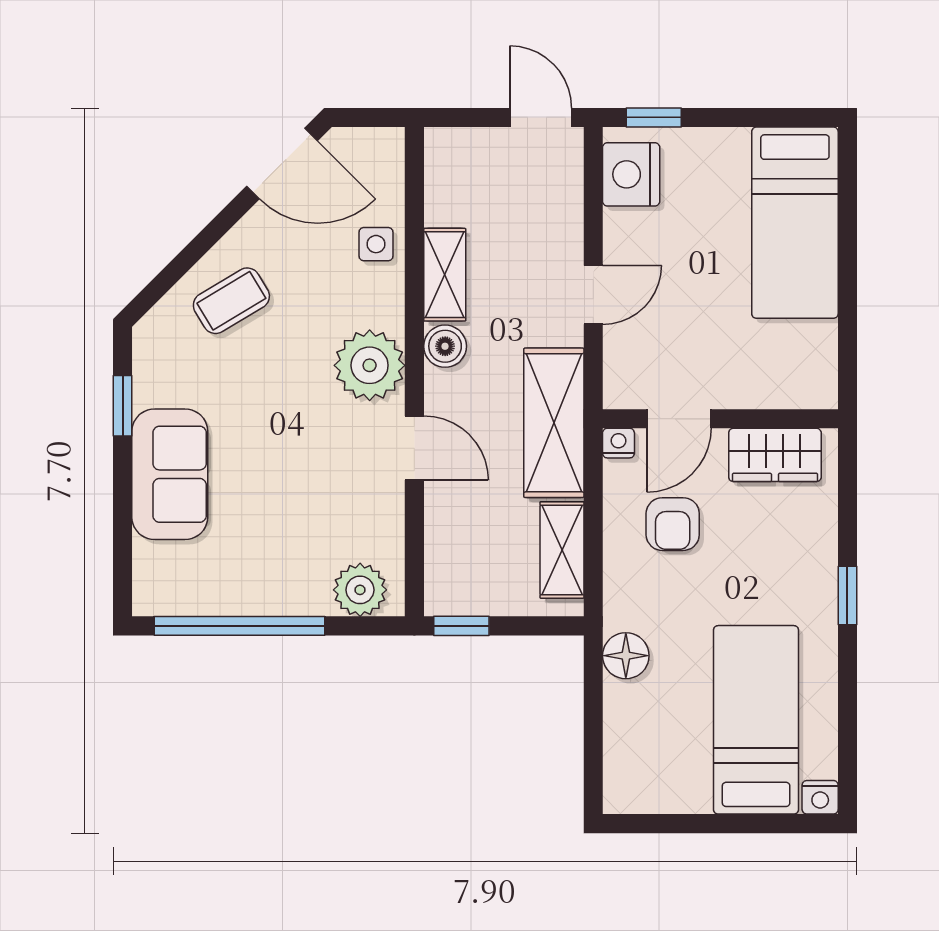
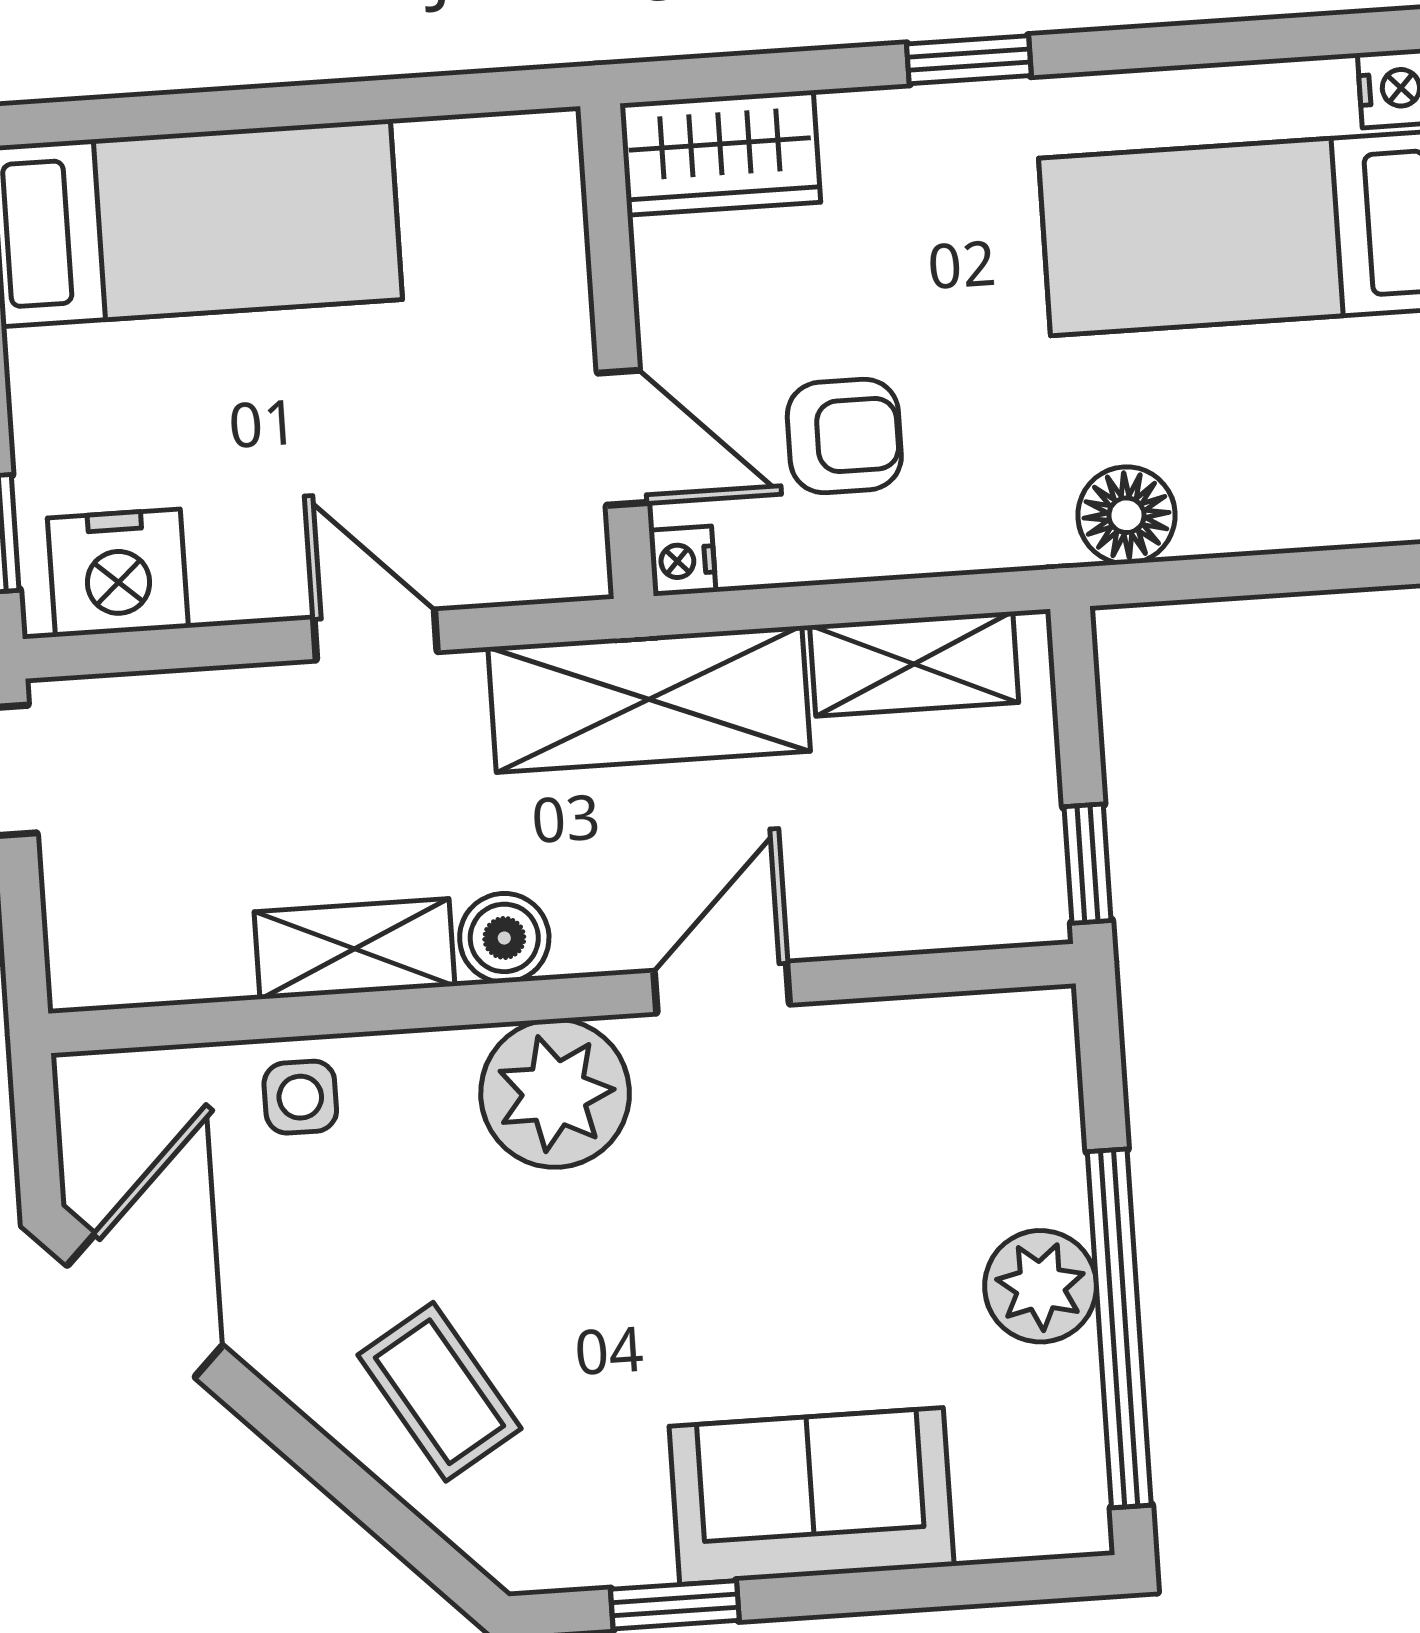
wardrobe: (775, 455) -> (720, 153), moved, turned 90
plant: (360, 590) -> (1041, 1286), moved

